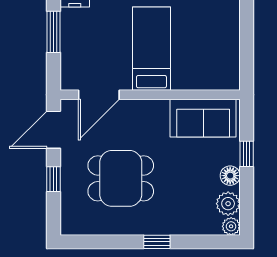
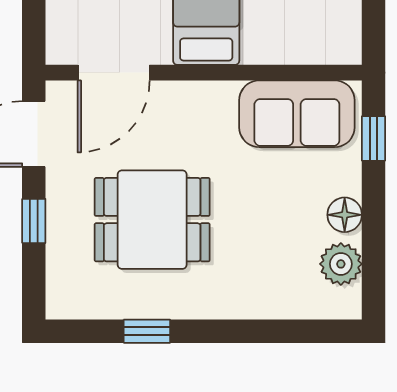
window: (247, 154) -> (373, 138), moved
plant: (231, 226) -> (346, 304), removed
window: (157, 242) -> (147, 331), moved

